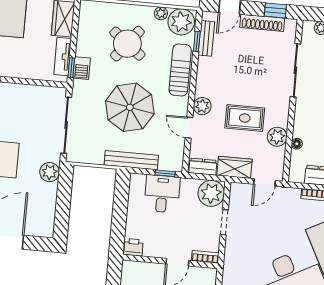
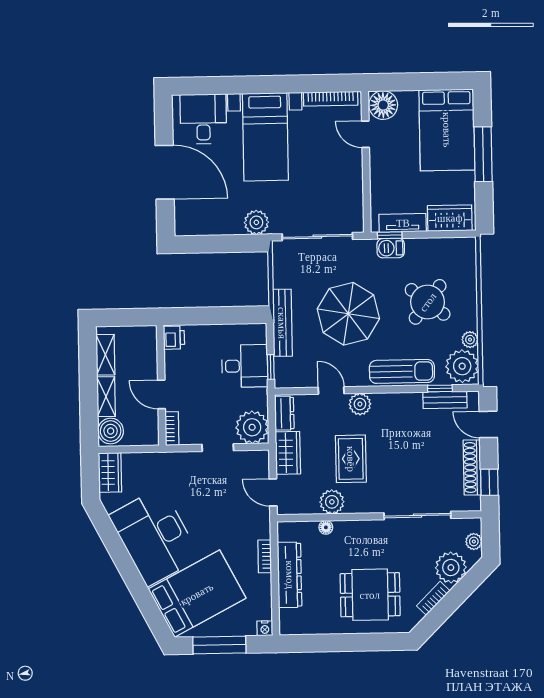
door: (189, 128) -> (331, 390), hinge flipped

